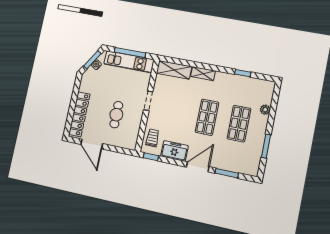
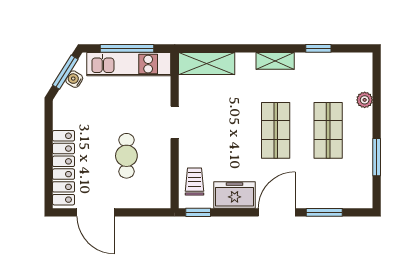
shelving: (203, 74) -> (275, 61), moved

